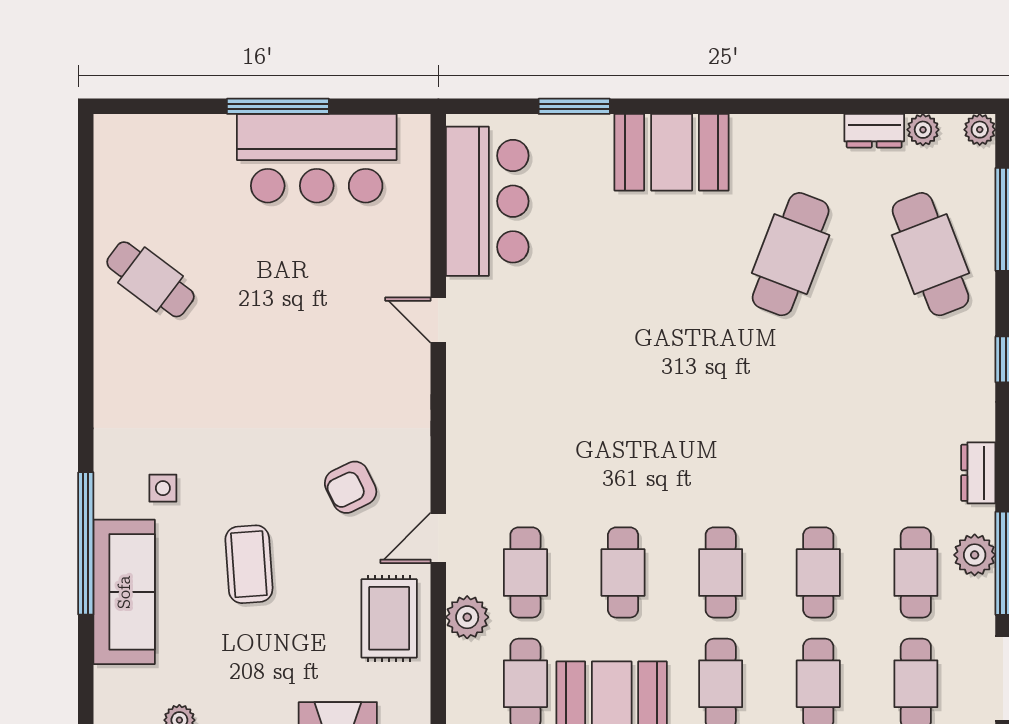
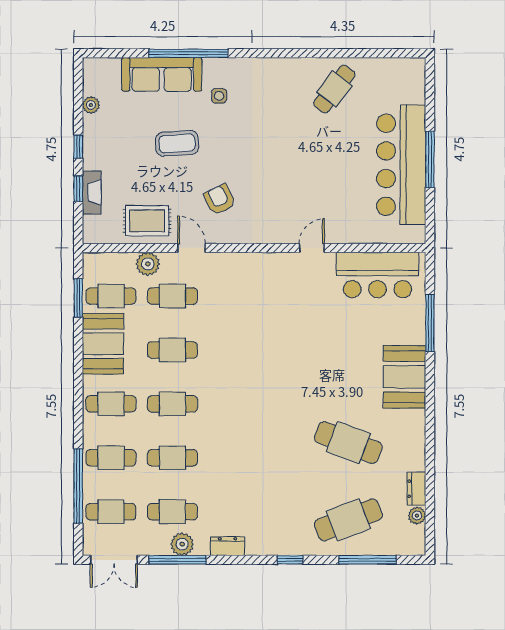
window: (574, 106) -> (430, 323), width x1.44
plant: (980, 130) -> (417, 547), removed
bar counter: (317, 158) -> (401, 165), width x1.36

